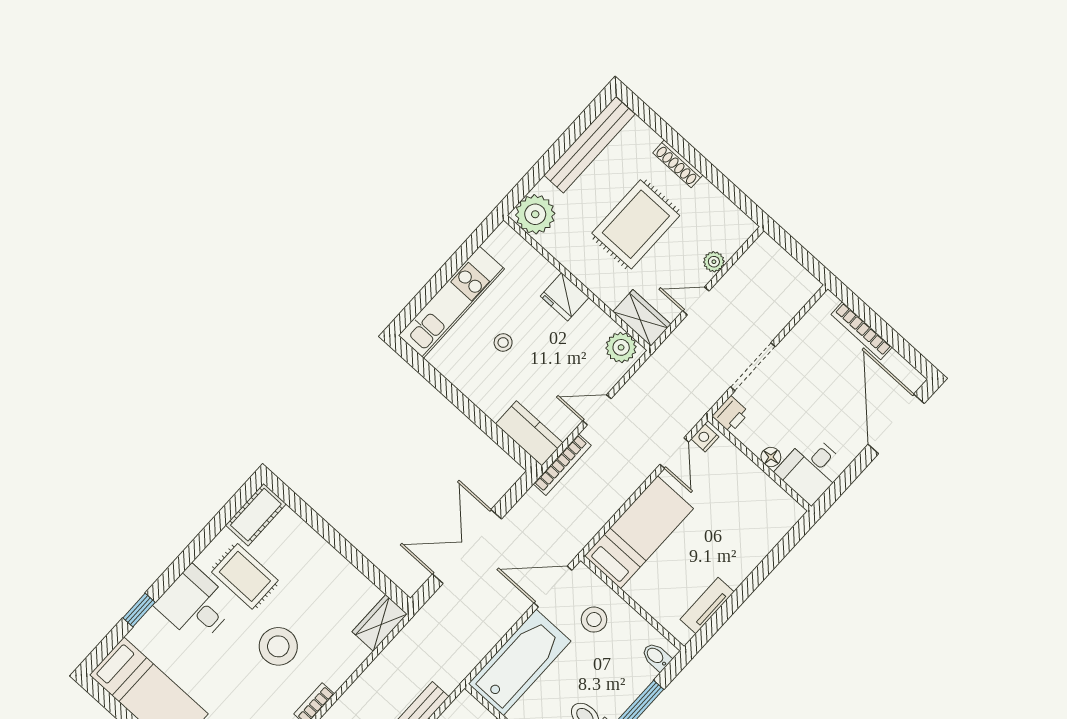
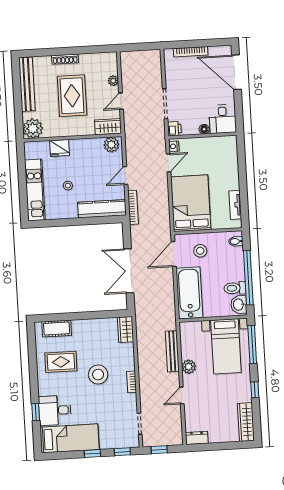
fridge: (565, 297) -> (59, 148), moved
kitchen counter: (529, 433) -> (102, 209), width x1.50
door: (674, 453) -> (168, 163), hinge flipped
cot: (256, 515) -> (57, 329), moved, turned 90
bed: (639, 532) -> (191, 203), width x1.50
desk: (195, 605) -> (55, 410), moved

